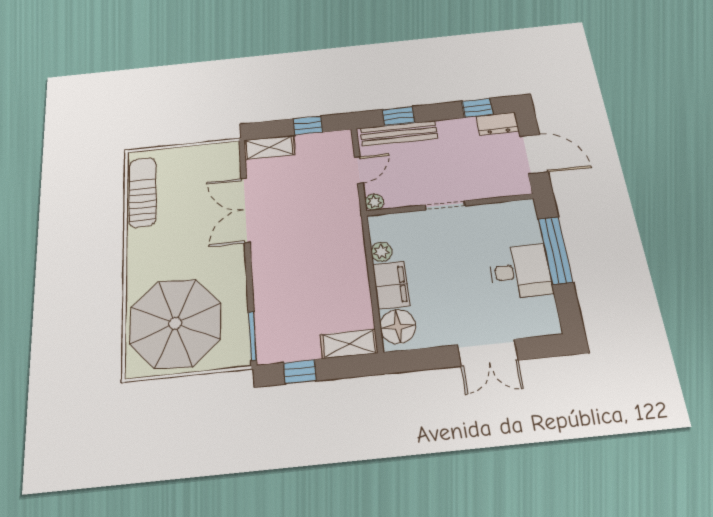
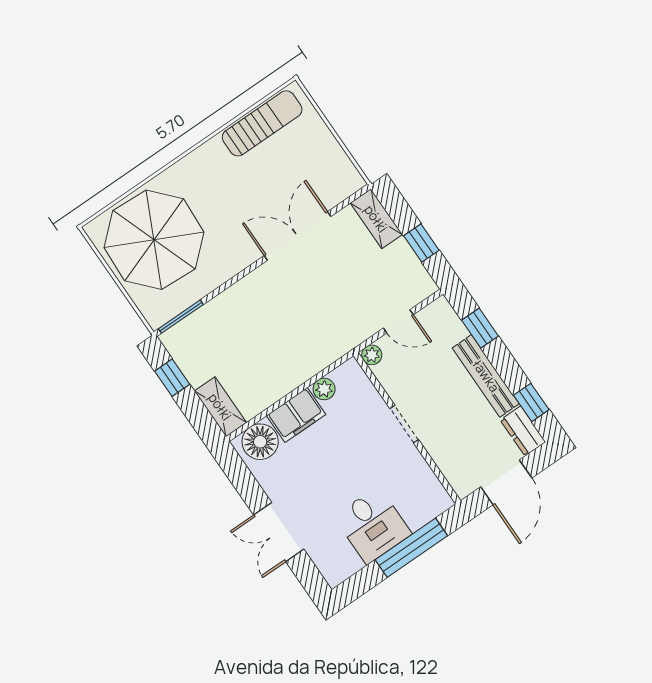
bench: (399, 133) -> (486, 376), moved

